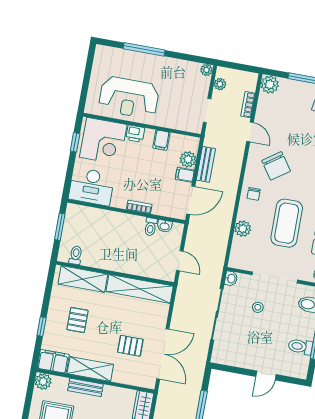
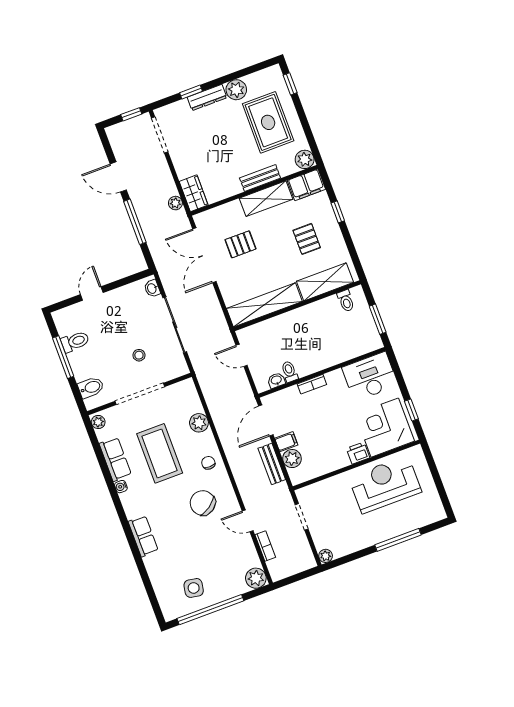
plant: (220, 84) -> (175, 203), moved
filing cabinet: (161, 140) -> (329, 462), removed
washbasin: (231, 279) -> (152, 288), moved

